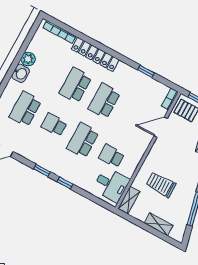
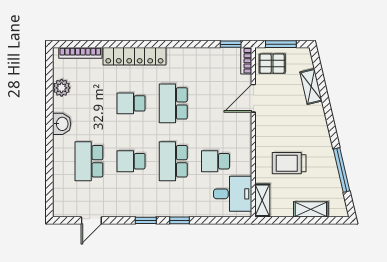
plant: (28, 59) -> (62, 88), moved
window: (146, 71) -> (231, 44), moved
school desk: (75, 85) -> (131, 103), width x0.54

